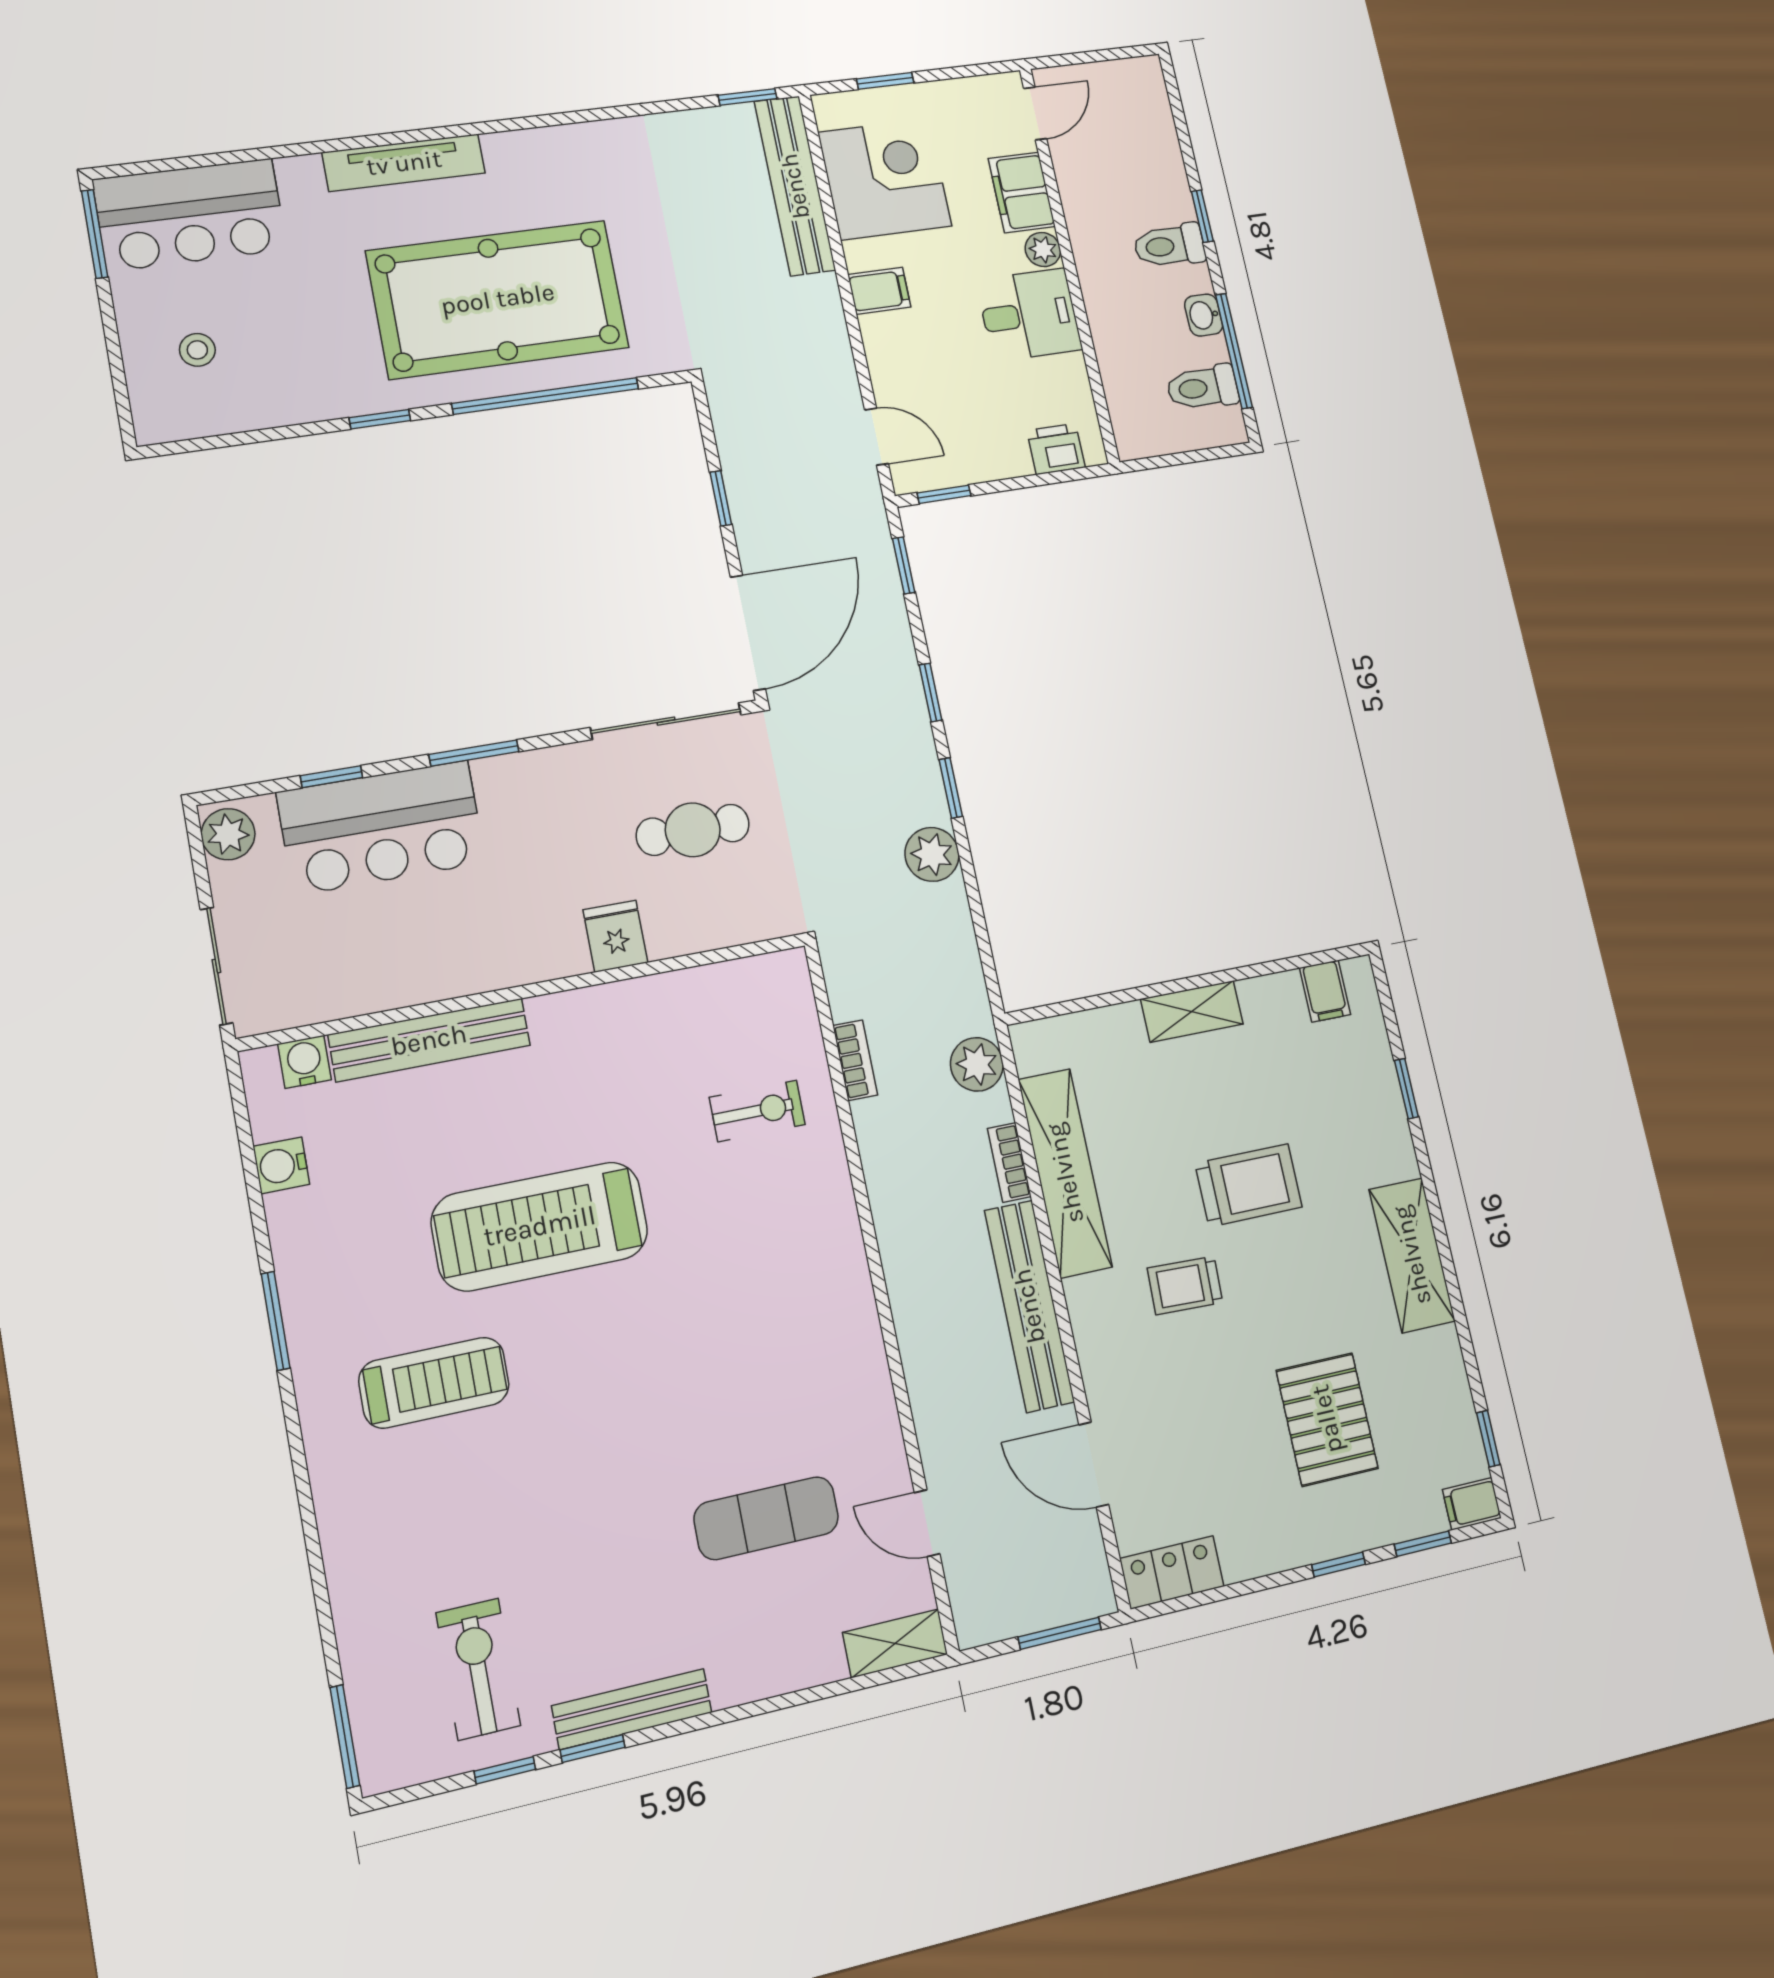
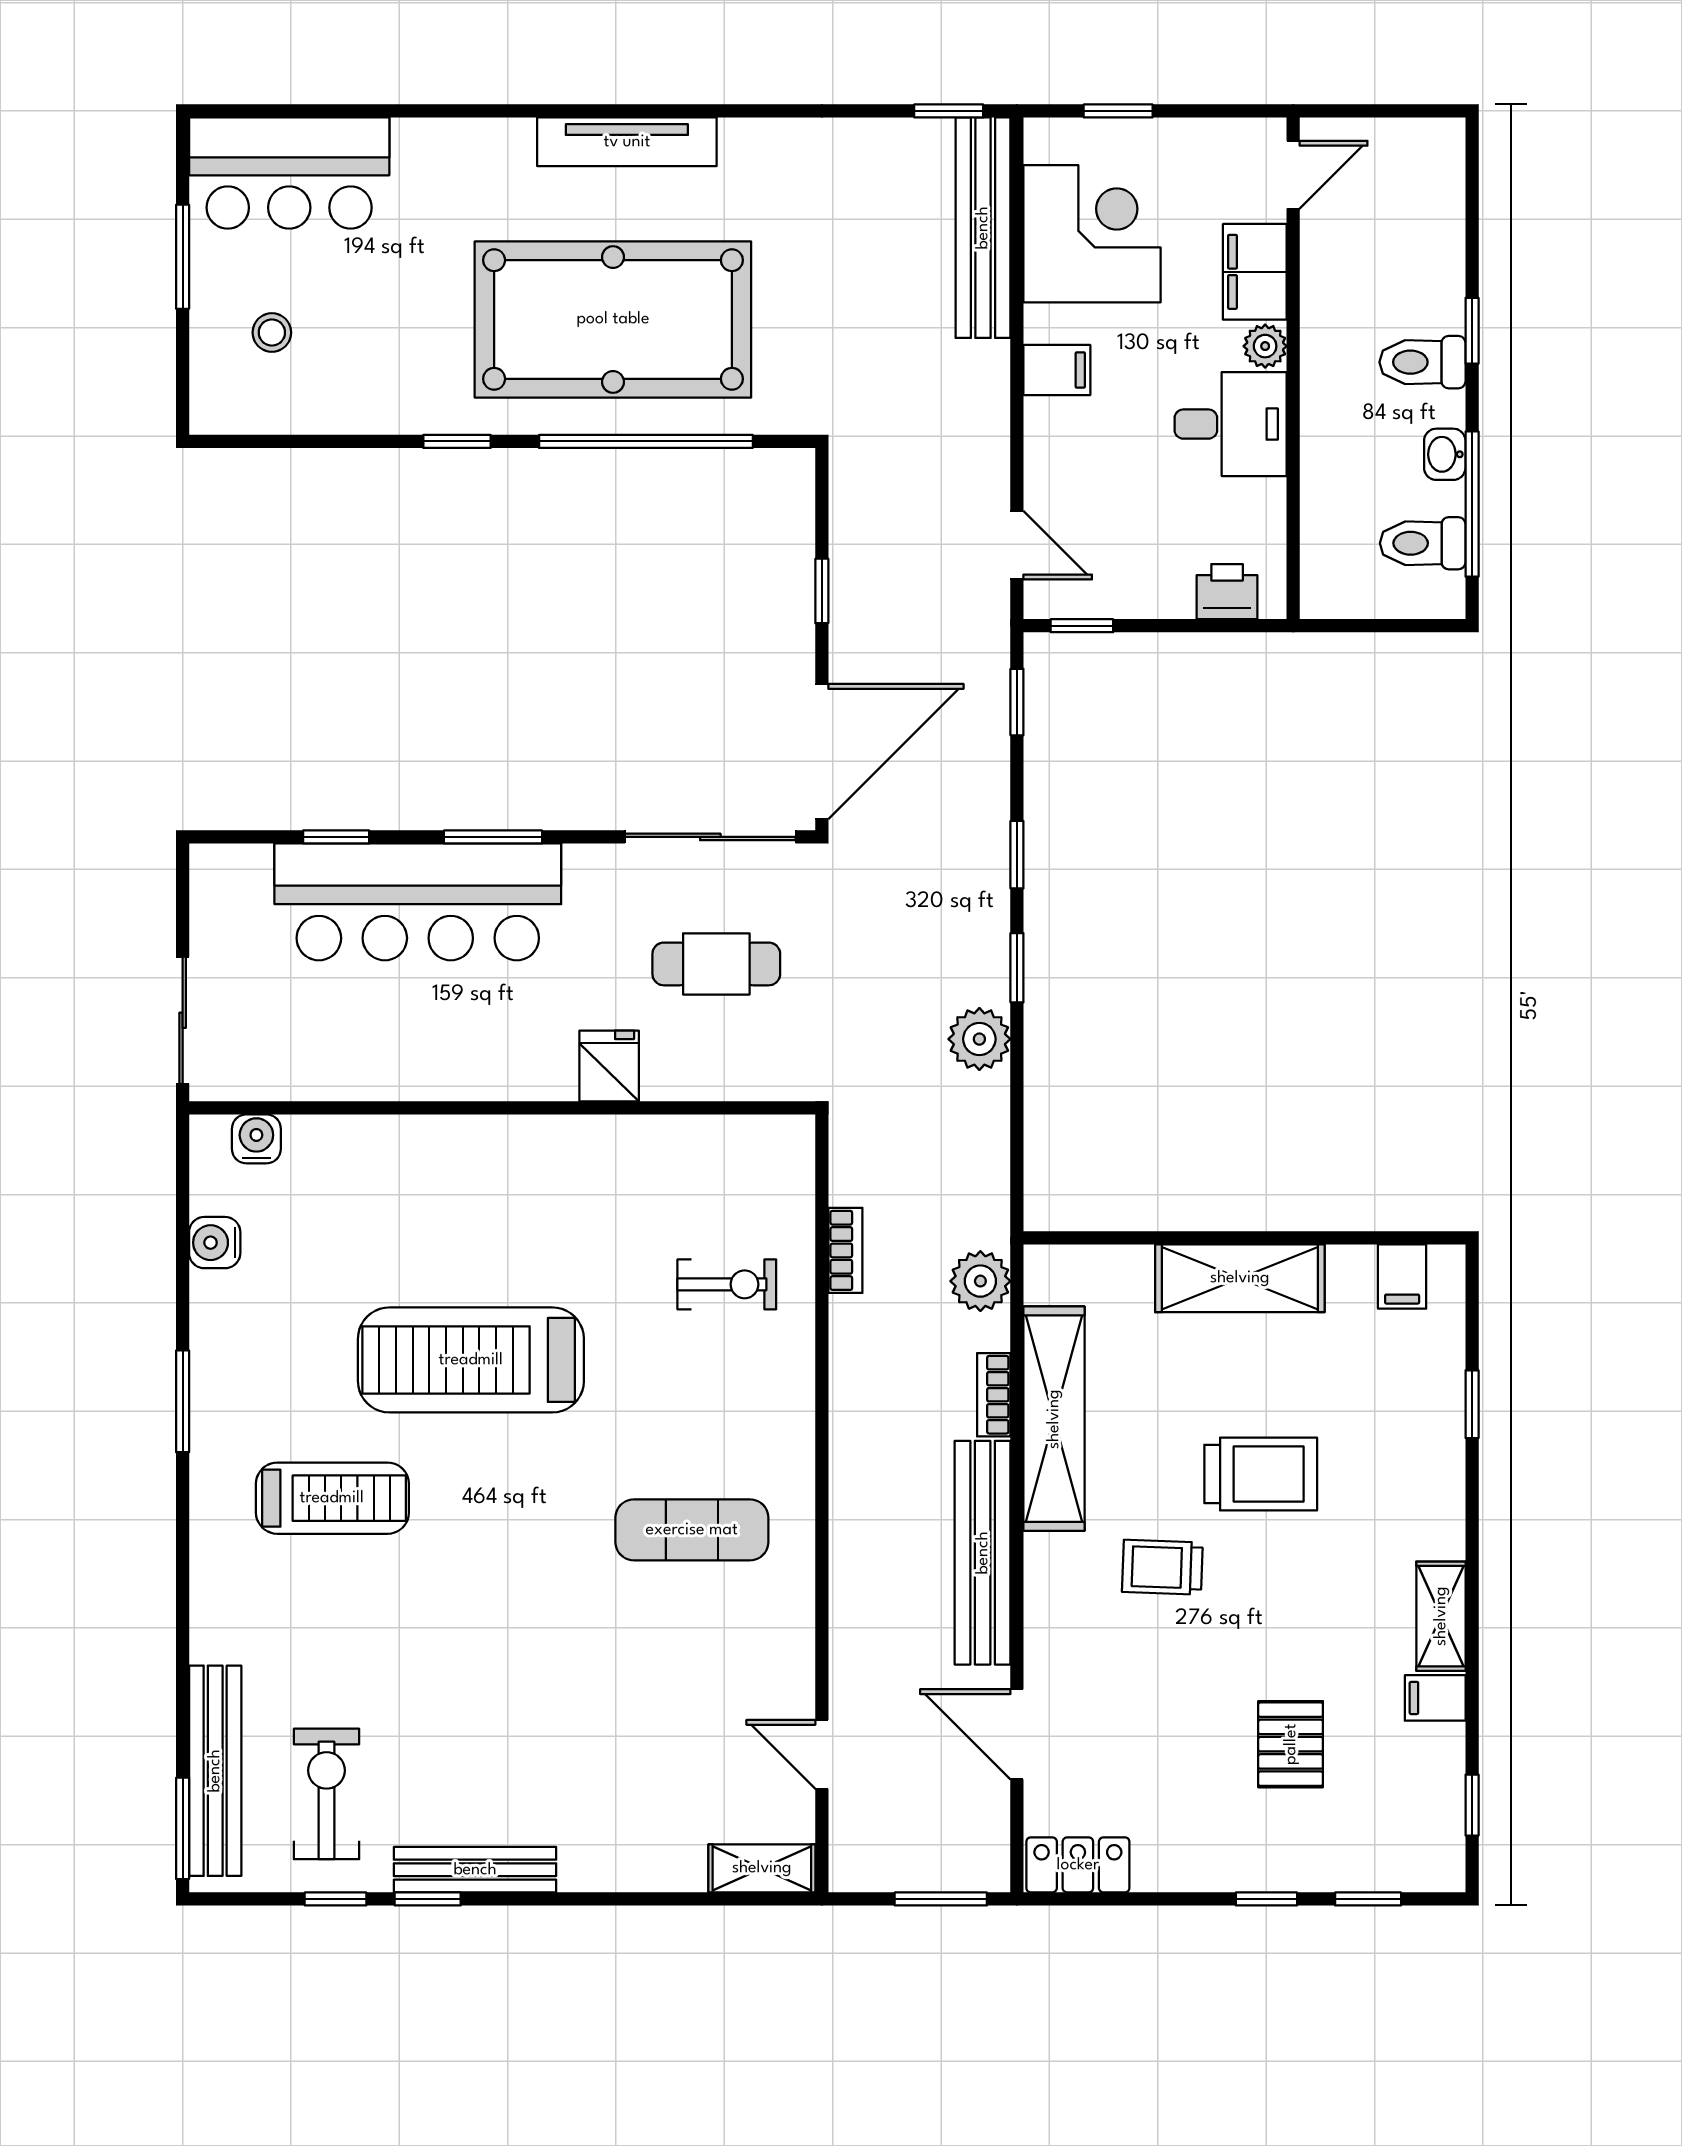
tv unit: (404, 163) -> (627, 142), moved
window: (95, 234) -> (183, 257), moved
bar counter: (381, 827) -> (418, 902), width x1.36
plant: (228, 834) -> (217, 881), removed
shelving: (1192, 1012) -> (1240, 1278), width x1.50, depth x1.33
bench: (429, 1040) -> (215, 1771), moved, turned 90
shelving: (1412, 1255) -> (1441, 1616), width x0.67, depth x0.75
pallet: (1327, 1419) -> (1291, 1744), width x0.67, depth x0.71
filing cabinet: (1472, 1504) -> (1435, 1698), moved
exercise mat: (766, 1518) -> (692, 1530), moved

